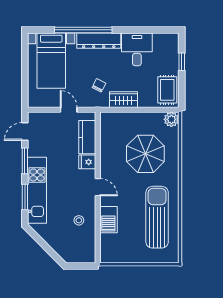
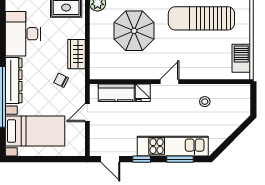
desk: (137, 49) -> (23, 34), width x1.37
window: (25, 161) -> (142, 159), width x0.67
barbecue: (108, 220) -> (241, 58), moved, turned -90

